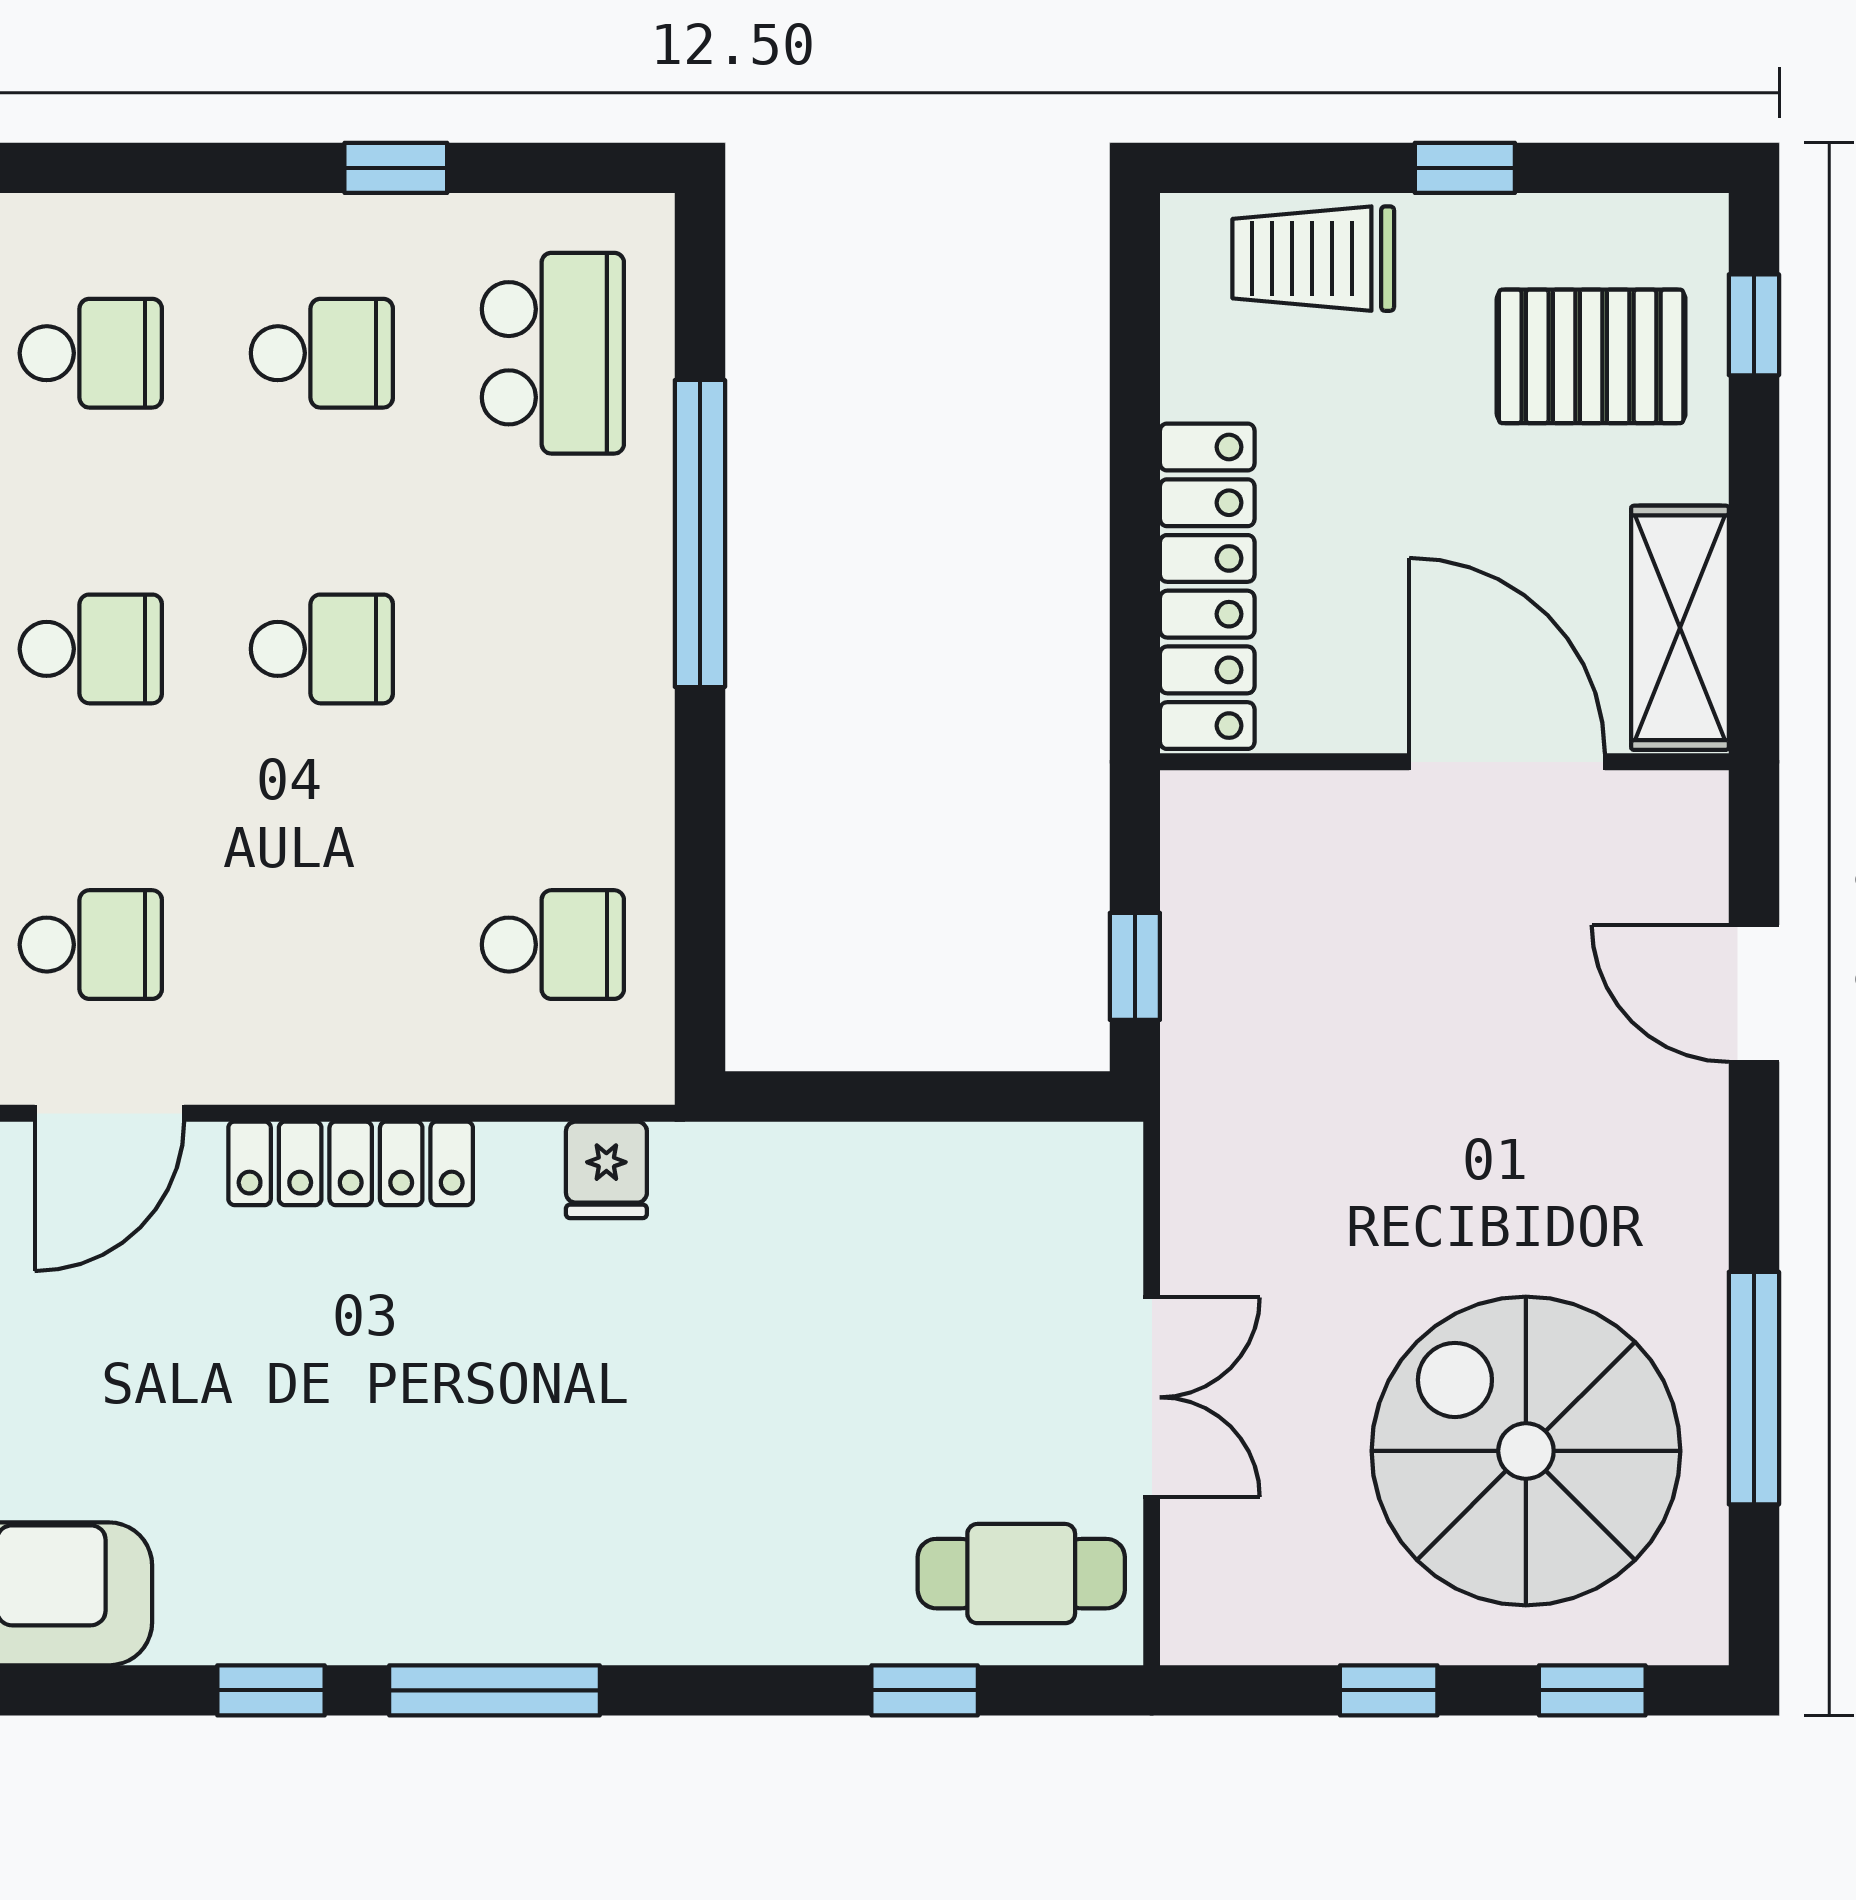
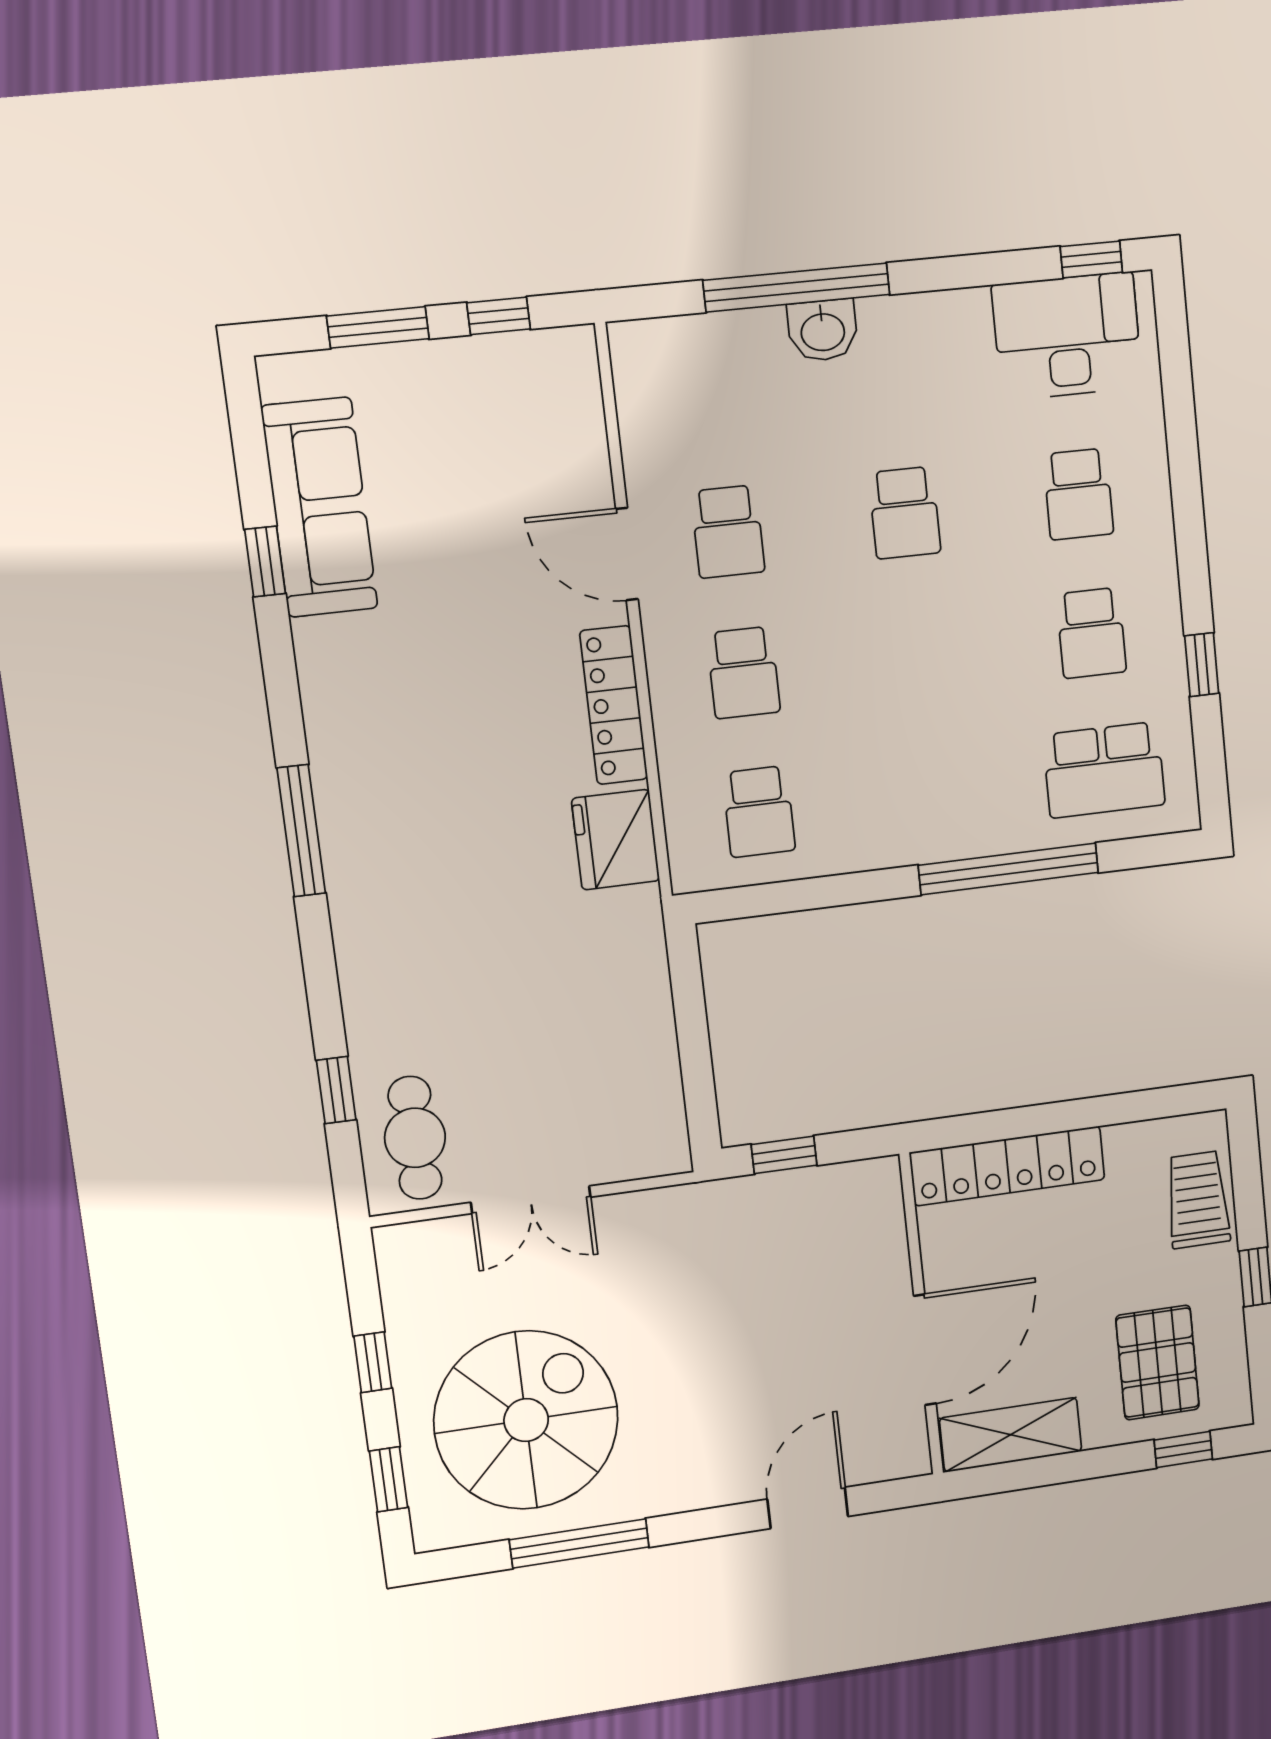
school desk: (322, 649) -> (743, 673), moved
fridge: (606, 1170) -> (616, 840), width x1.88, depth x1.34
window: (271, 1690) -> (265, 561), moved

